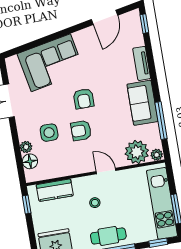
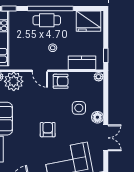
armchair: (81, 131) -> (61, 81), moved
plant: (26, 147) -> (99, 77), moved
floor lamp: (30, 161) -> (97, 117), moved

